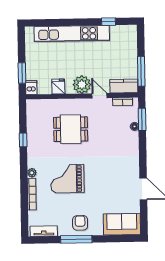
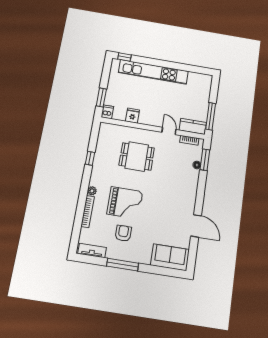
window: (108, 22) -> (124, 57), moved
plant: (82, 85) -> (154, 118), removed
grand piano: (67, 179) -> (125, 203), turned 180
armchair: (80, 223) -> (123, 233), moved

